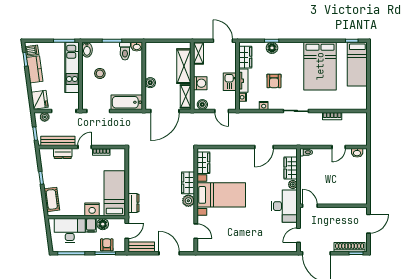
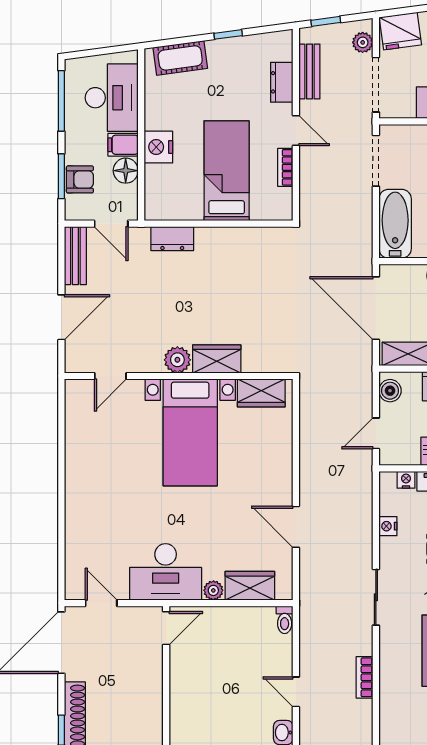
bench: (58, 141) -> (309, 72), width x0.73
bed: (114, 193) -> (227, 171), moved, turned -90

